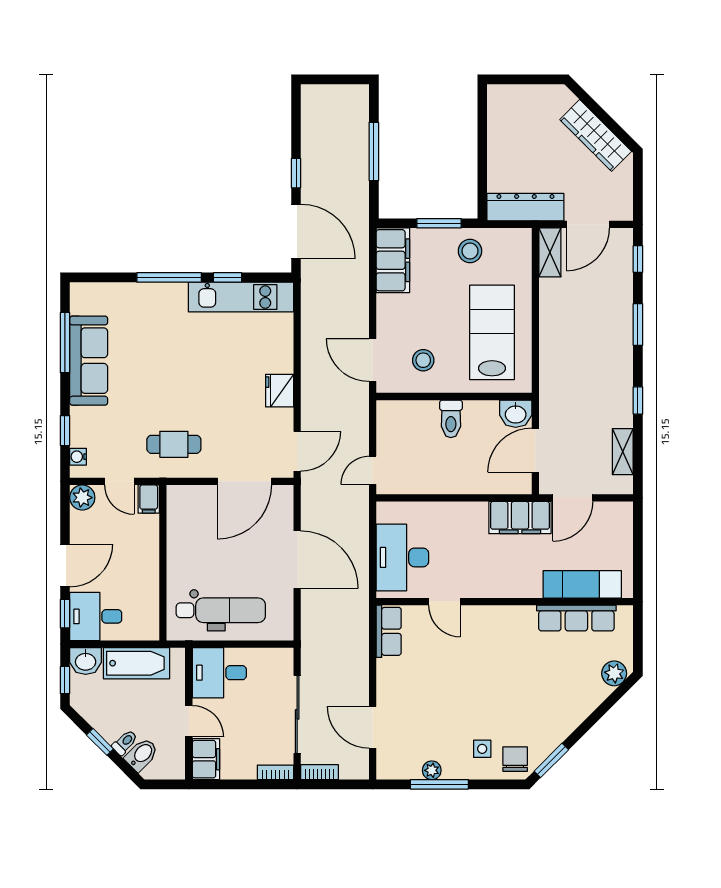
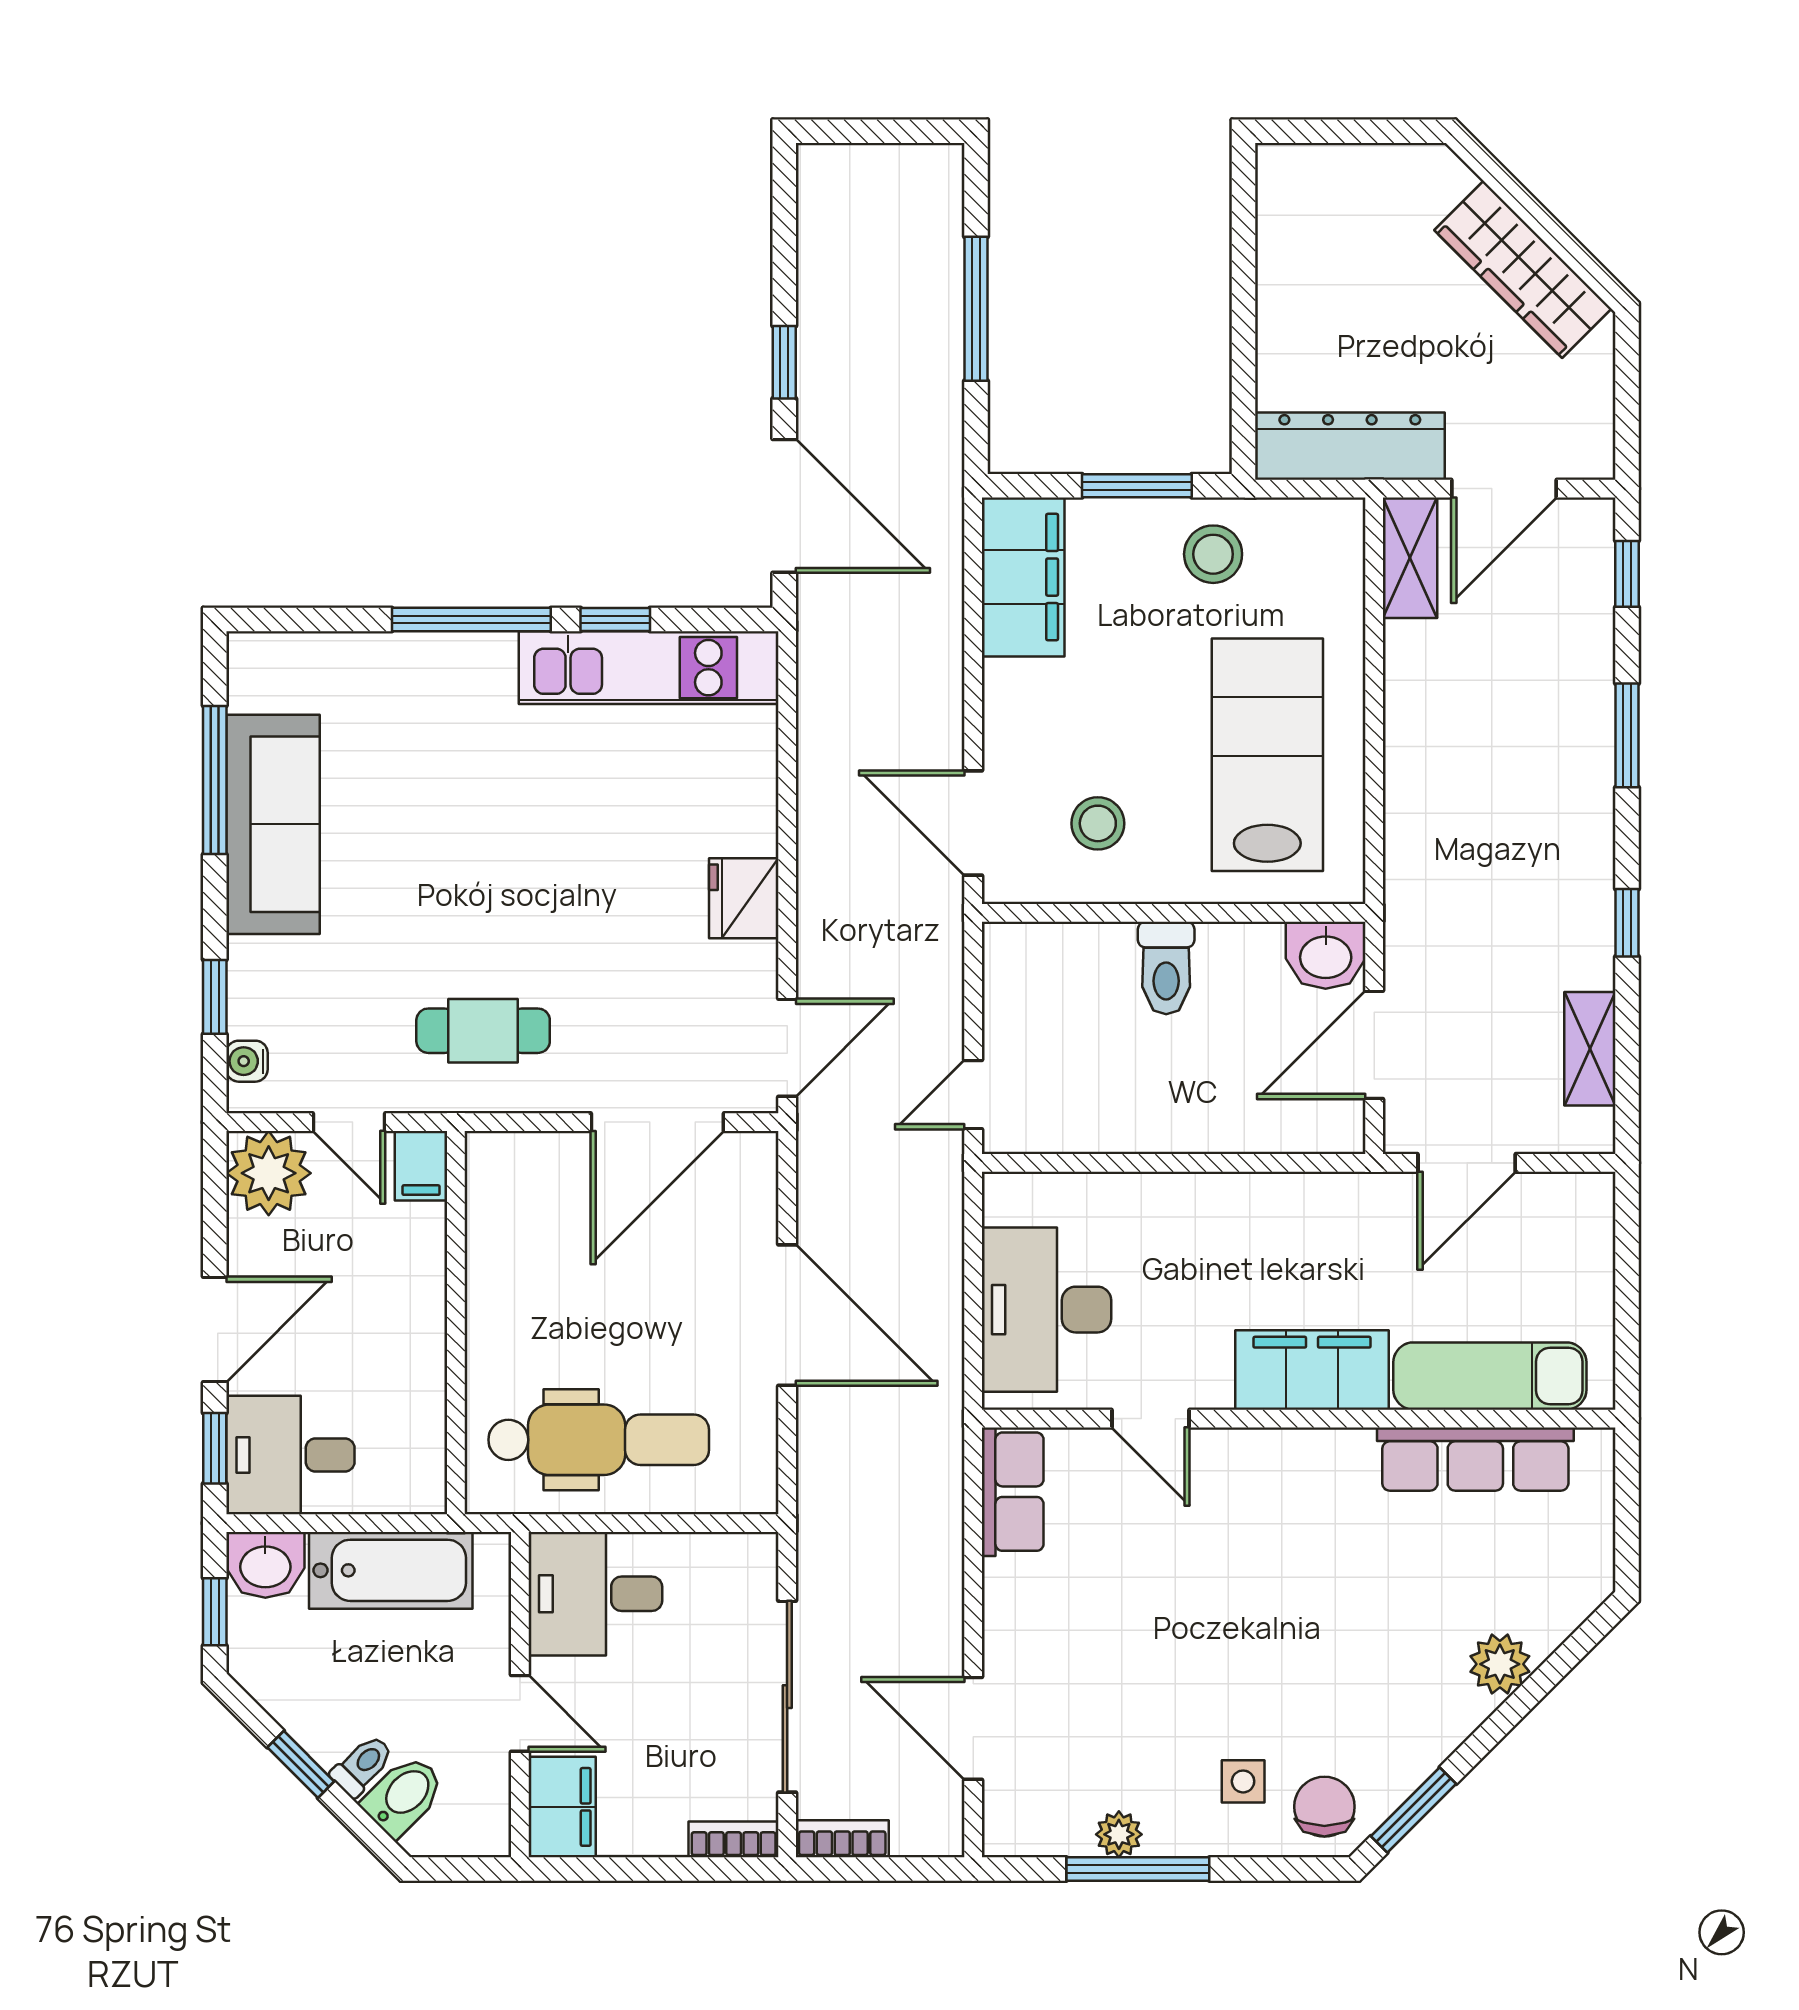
plant: (82, 498) -> (269, 1173), width x1.36, depth x1.36
filing cabinet: (520, 518) -> (1312, 1370), moved, turned 180
plant: (614, 673) -> (1500, 1664), moved

